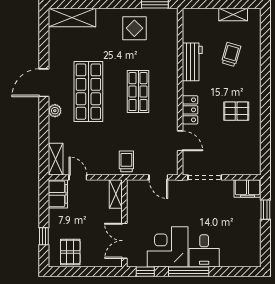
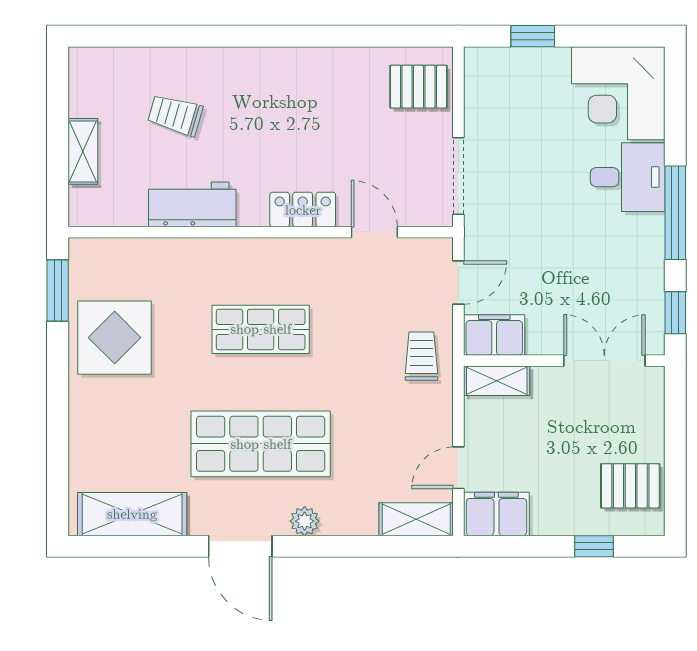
shelving: (233, 14) -> (83, 151), moved
shelving: (72, 17) -> (132, 514), moved, turned 90
display table: (134, 28) -> (115, 338), width x1.36, depth x1.36
pallet: (236, 111) -> (418, 87), moved, turned 90
door: (180, 141) -> (374, 232), hinge flipped
trolley: (126, 161) -> (421, 356), turned 90
filing cabinet: (248, 189) -> (494, 335), moved, turned -90
double door: (124, 241) -> (604, 361), swing flipped
corner desk: (168, 247) -> (618, 93), moved

